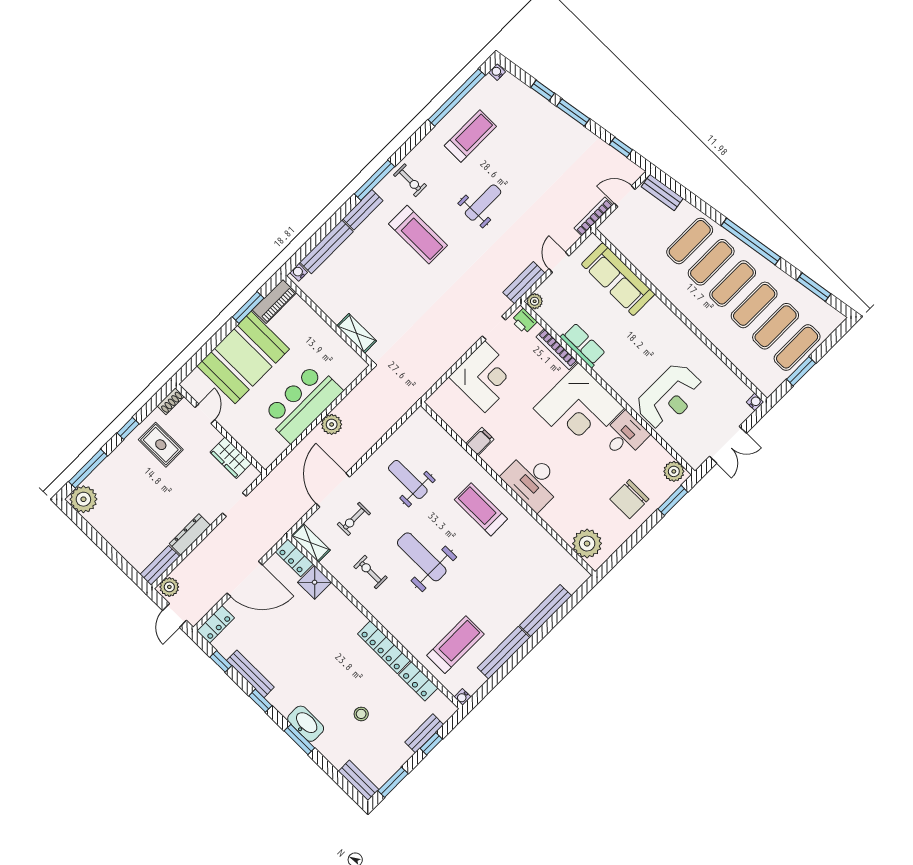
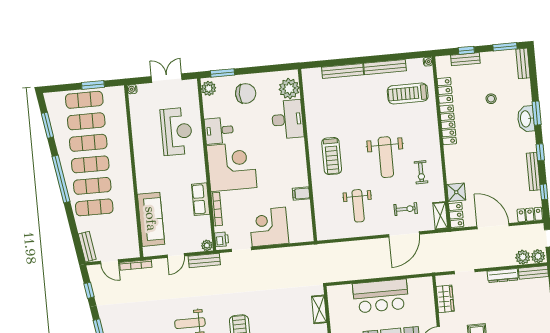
reception desk: (670, 396) -> (177, 131), turned 90
plant: (332, 424) -> (523, 257), moved
desk: (533, 481) -> (288, 119), moved

